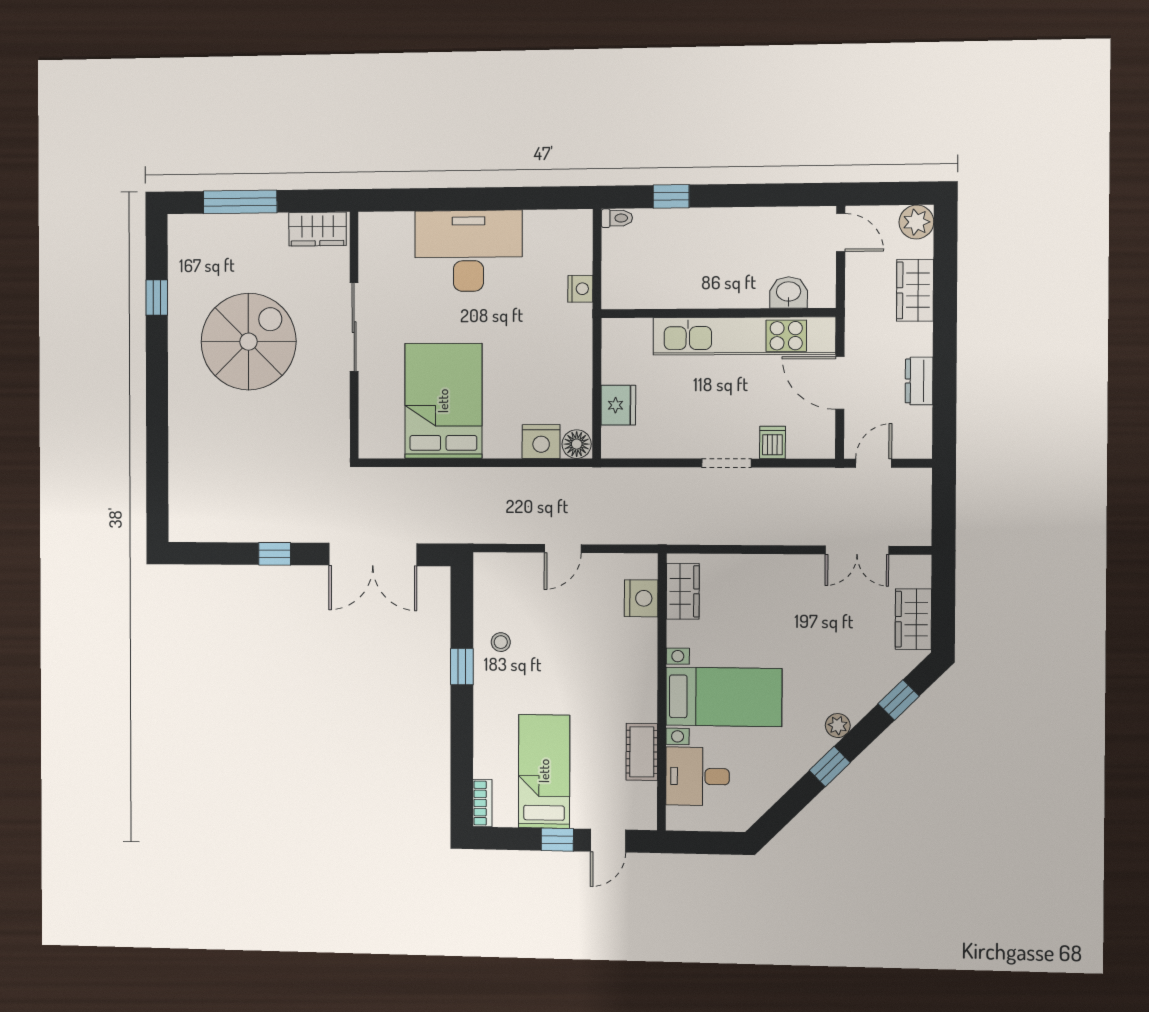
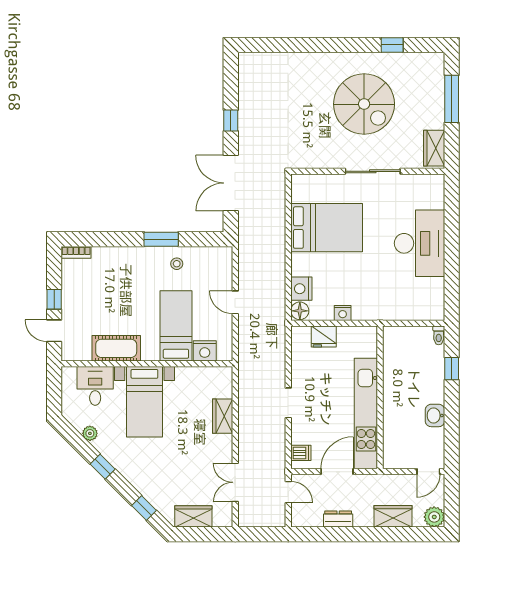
nightstand: (580, 289) -> (343, 313), moved
washbasin: (789, 292) -> (435, 415), moved, turned 180
dishwasher: (772, 442) -> (301, 453), moved
wardrobe: (683, 591) -> (223, 416), moved, turned 90
window: (462, 667) -> (161, 239), width x1.50
plant: (838, 726) -> (90, 433), moved
cot: (642, 752) -> (116, 348), width x1.37, depth x1.34
bed: (544, 771) -> (176, 326), moved, turned -90

